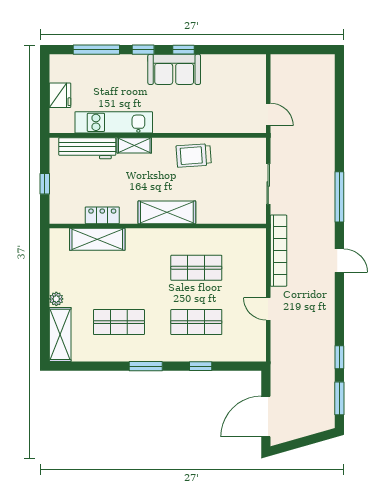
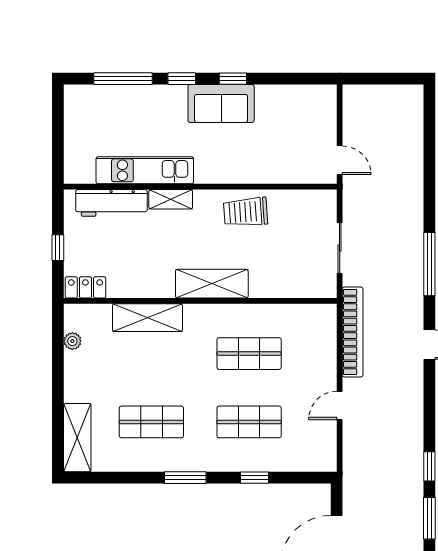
fridge: (60, 95) -> (77, 136), removed
locker: (102, 215) -> (85, 287), moved
shelving: (97, 239) -> (147, 318), moved
plant: (56, 299) -> (72, 341), moved
door: (268, 309) -> (340, 405), hinge flipped

